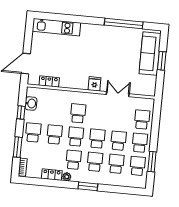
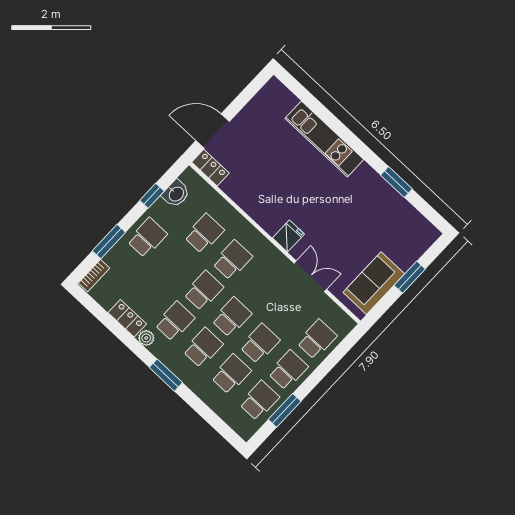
window: (124, 24) -> (396, 182), width x0.47
kitchen unit: (56, 27) -> (324, 139), moved
sofa: (150, 54) -> (374, 283), moved, width x0.73
locker: (49, 81) -> (210, 168), moved
school desk: (54, 135) -> (204, 233), moved

